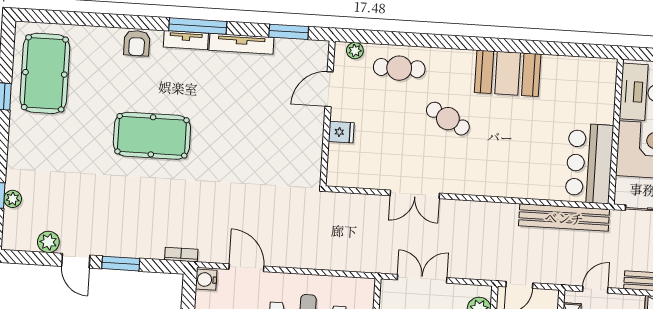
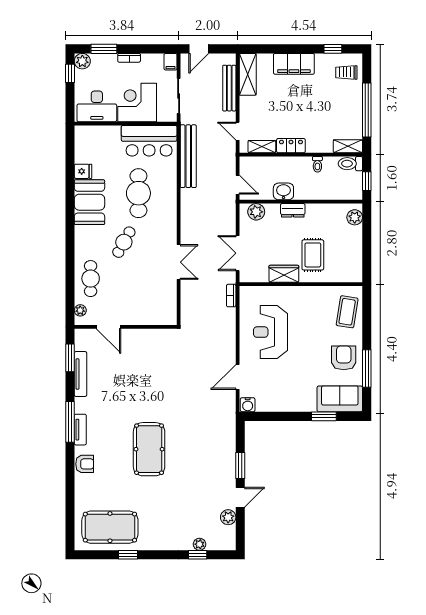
tv unit: (241, 44) -> (80, 374), moved
fridge: (341, 132) -> (83, 171), moved, turned 90
cafe table: (516, 144) -> (138, 193), added
bookcase: (181, 255) -> (231, 296), moved

